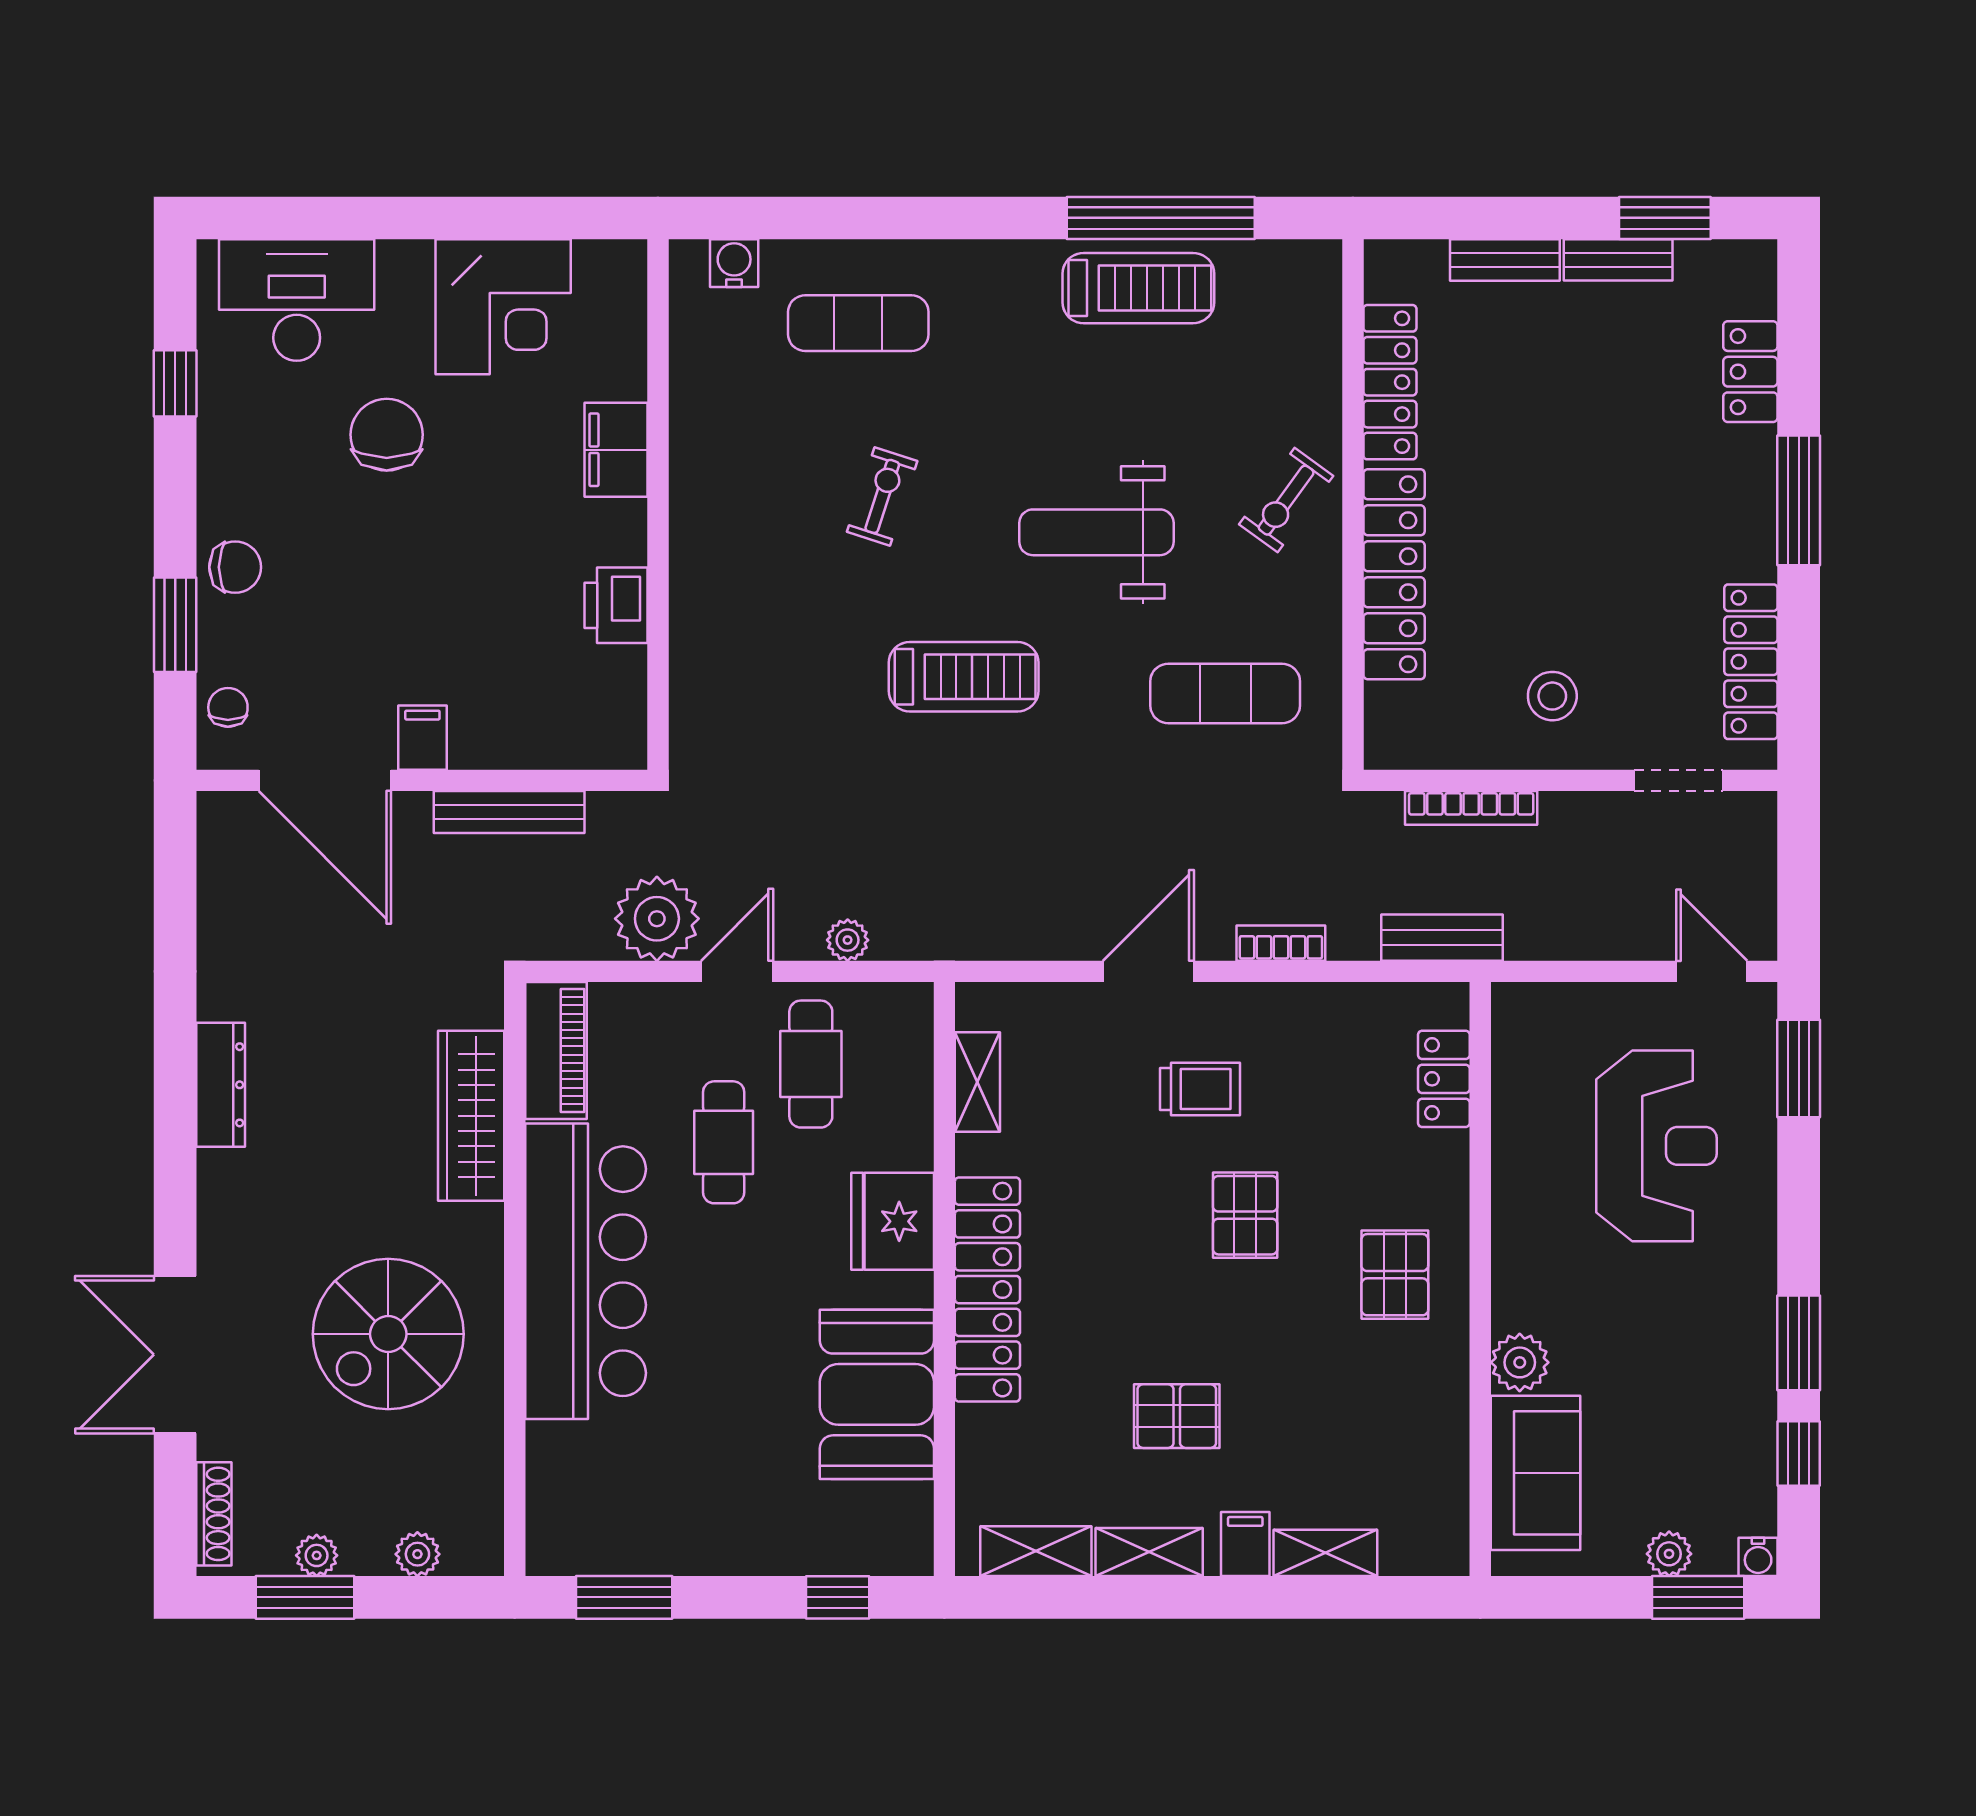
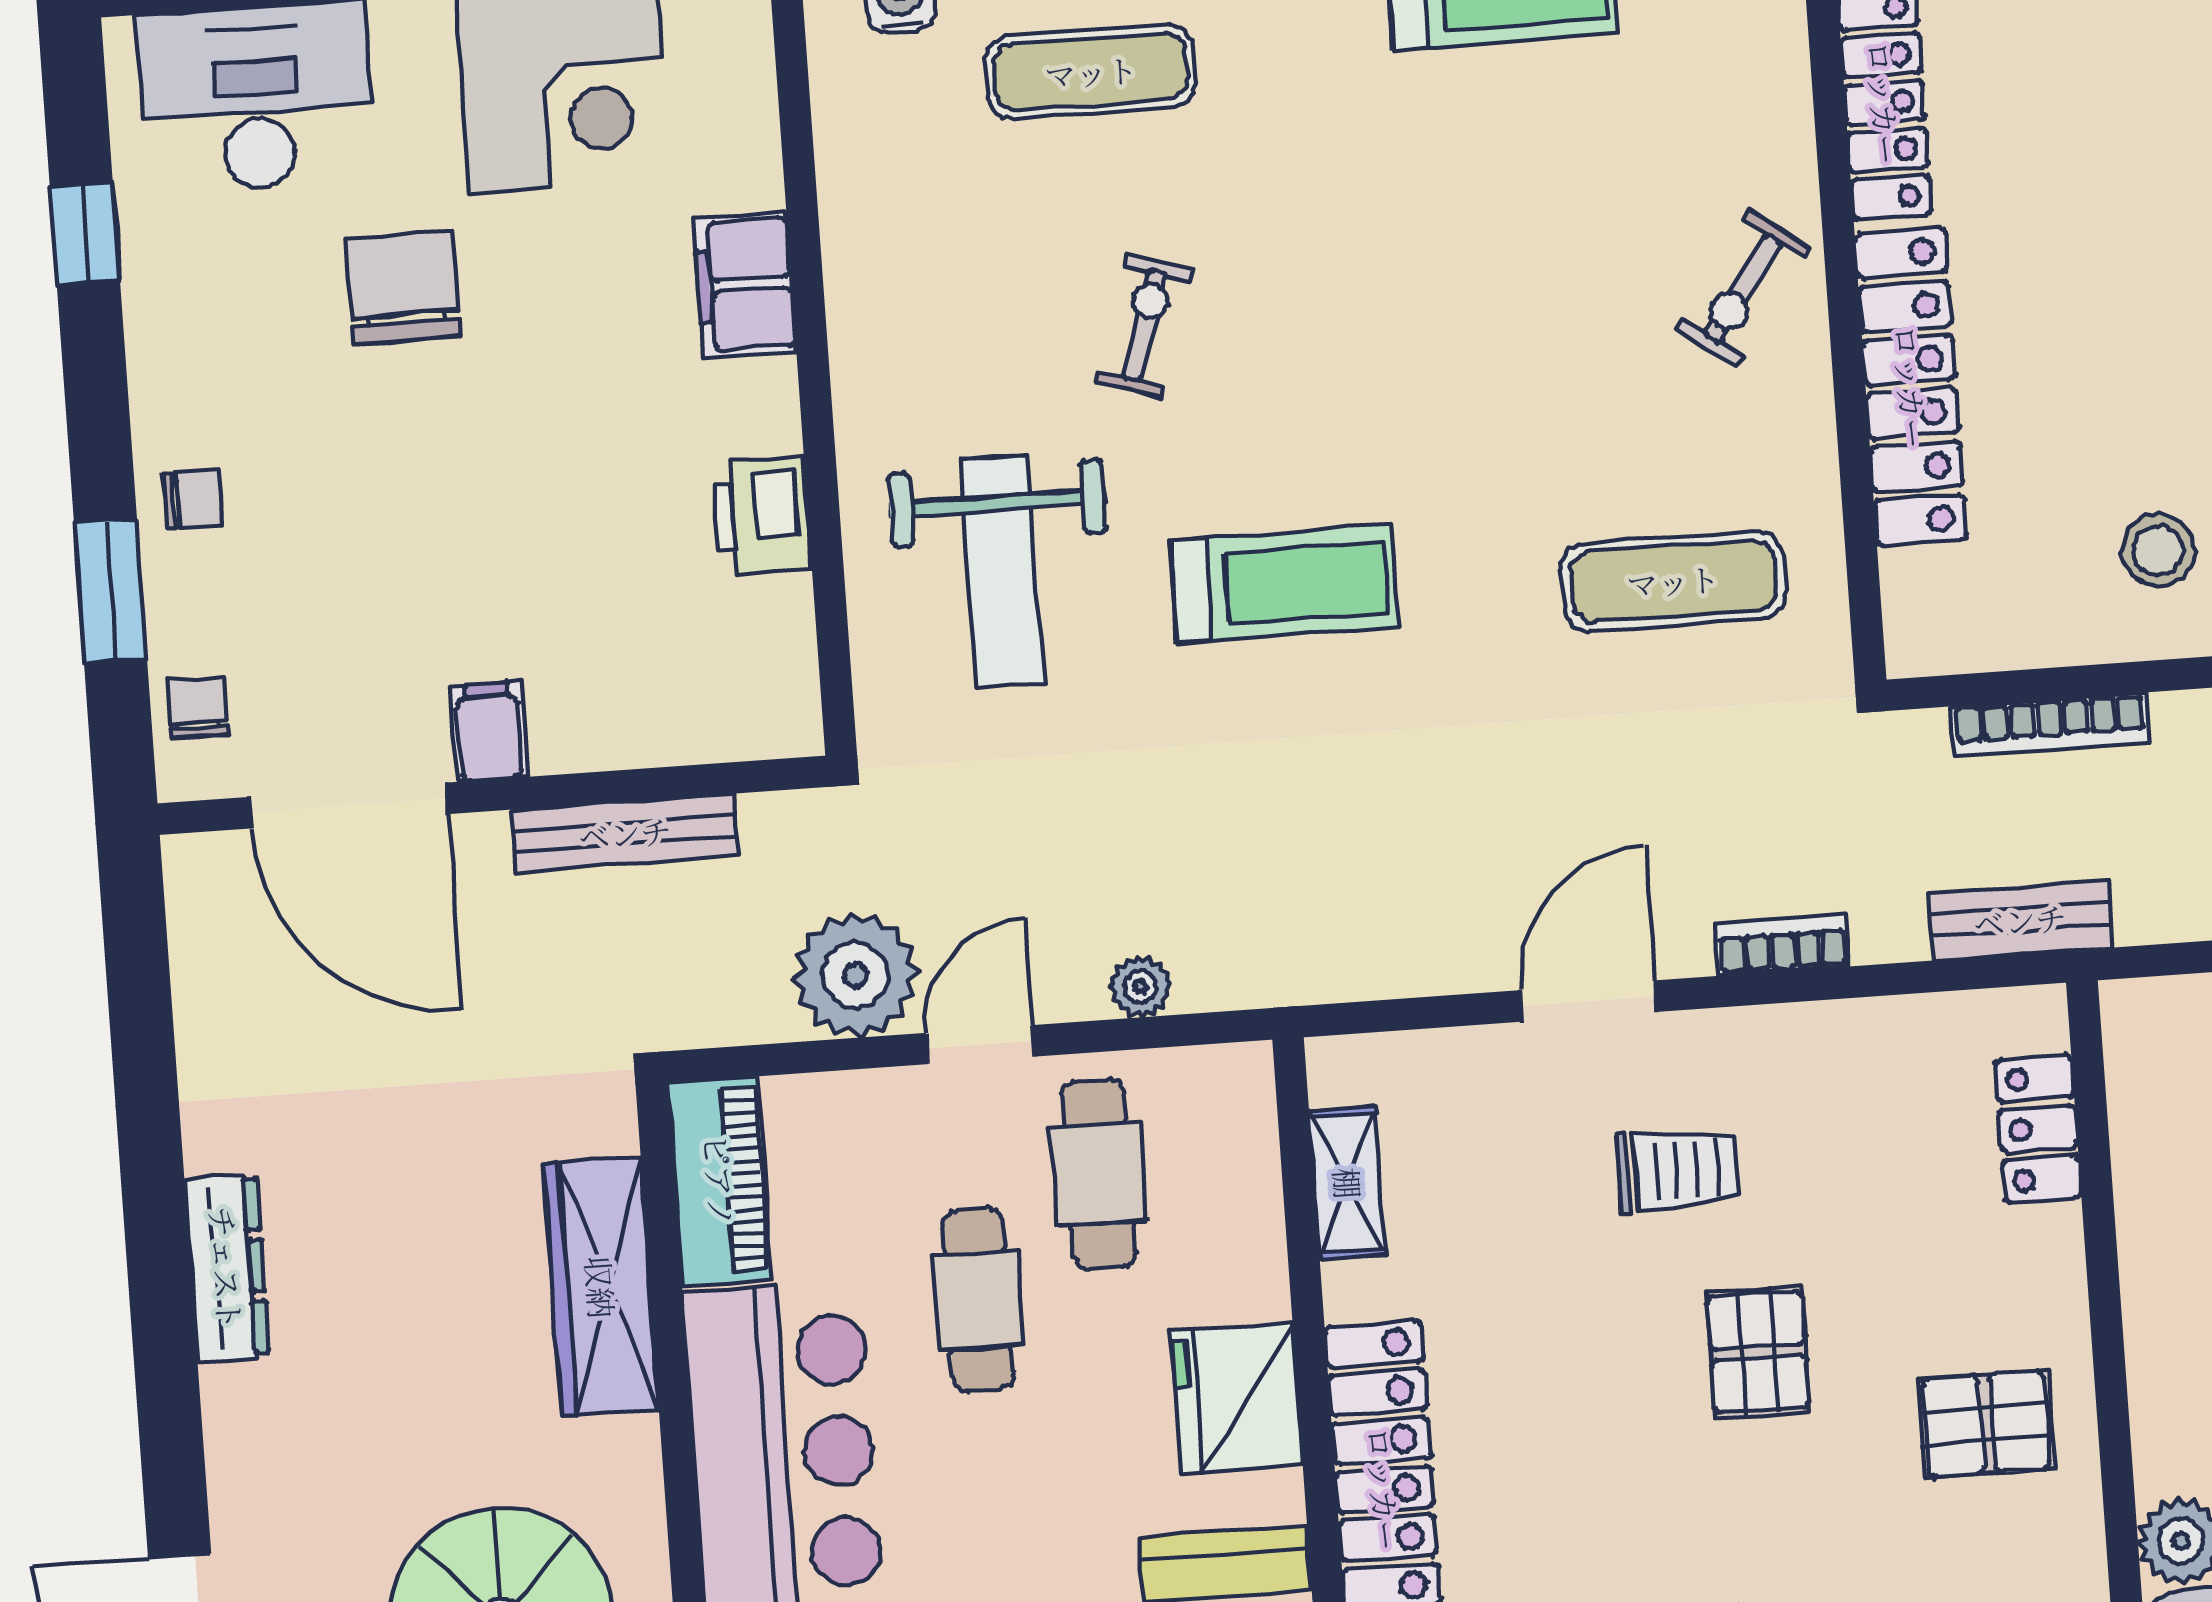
weight bench: (1096, 532) -> (1002, 572), moved, turned -90
chair: (235, 567) -> (193, 499), width x0.73, depth x0.73
pallet: (1395, 1275) -> (1986, 1424), turned 90

